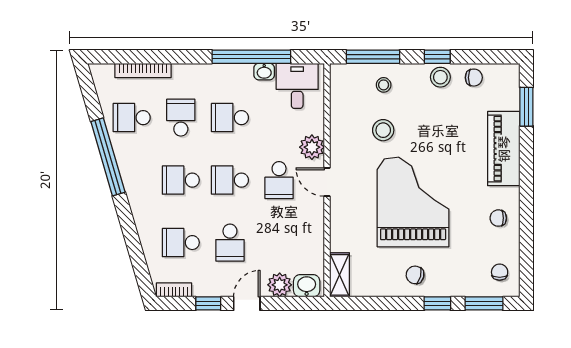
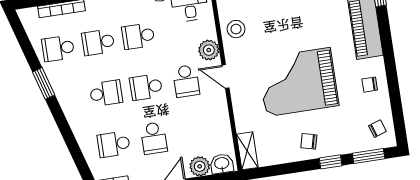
school desk: (181, 118) -> (98, 42), turned -90
stool: (383, 130) -> (236, 29), moved
window: (108, 157) -> (44, 83), width x0.47
school desk: (181, 180) -> (106, 93), turned 180
grand piano: (413, 202) -> (298, 82), turned -90
chair: (500, 272) -> (377, 129), turned 71

